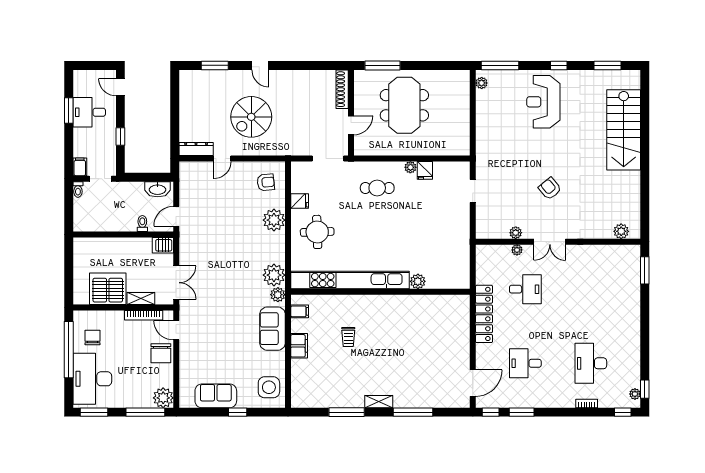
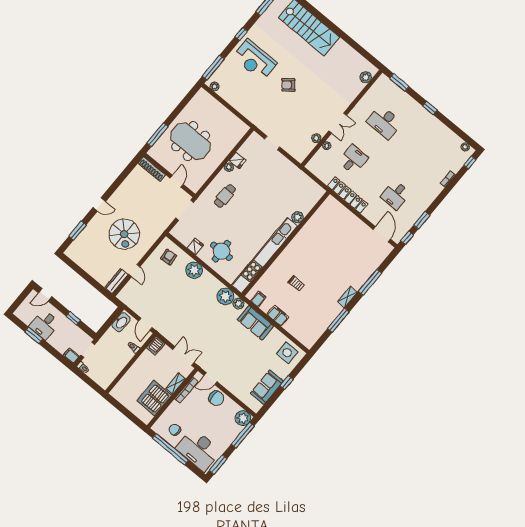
armchair: (550, 189) -> (288, 85), moved
desk: (591, 363) -> (384, 122), moved
window: (645, 389) -> (430, 108), moved

